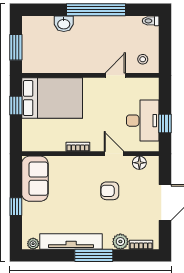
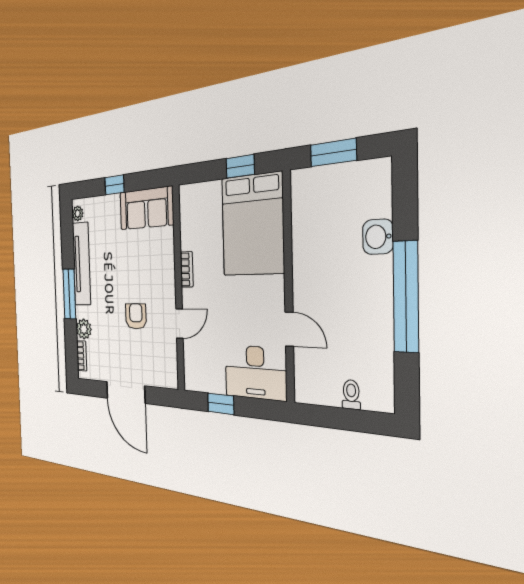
toilet: (151, 21) -> (351, 395), moved
stool: (143, 59) -> (316, 377), removed
desk: (143, 121) -> (255, 372), moved
floor lamp: (139, 163) -> (170, 360), removed

